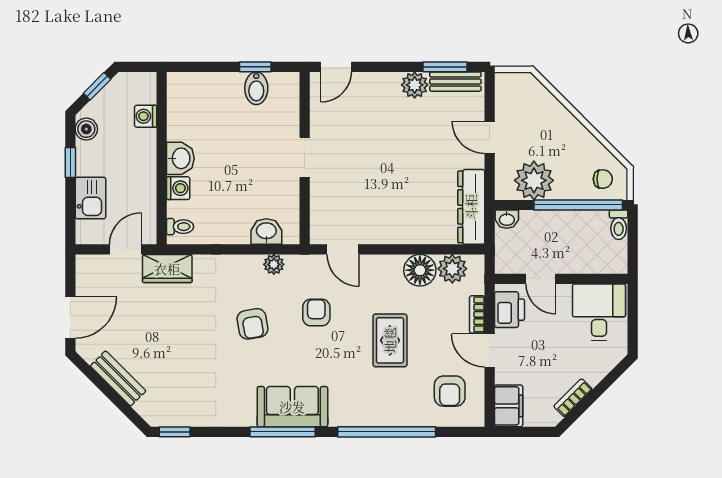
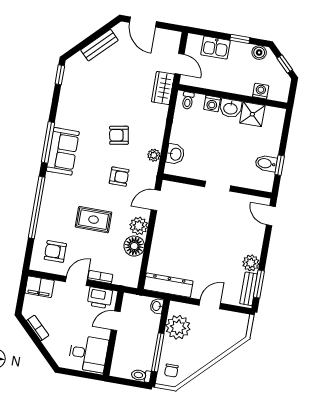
shower: (184, 123) -> (252, 114), added
window: (578, 205) -> (158, 352), width x0.68
plant: (452, 269) -> (139, 226), moved

